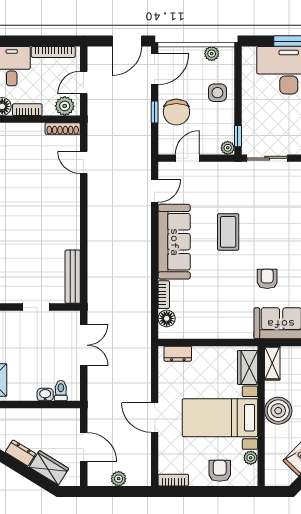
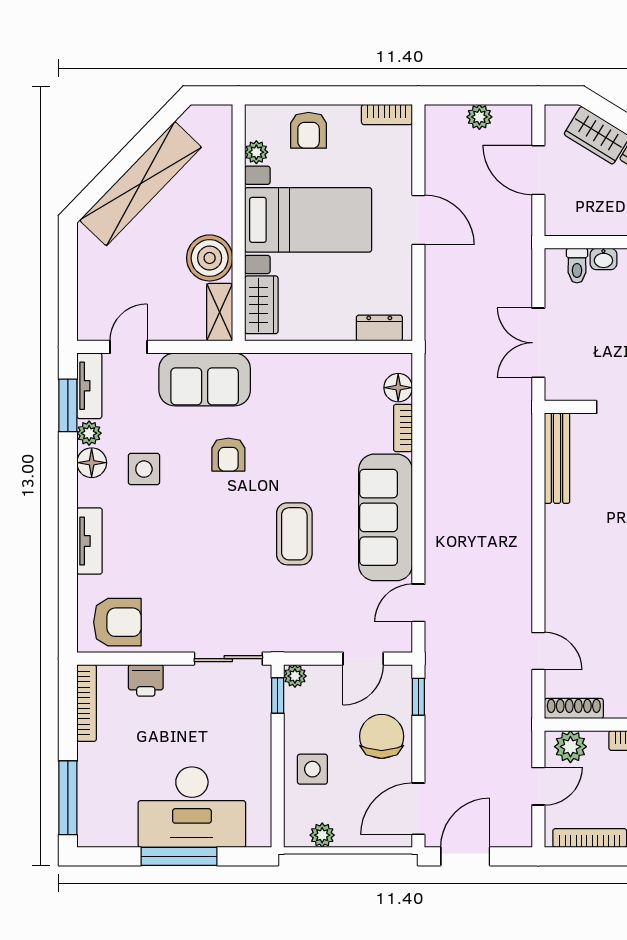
window: (155, 112) -> (418, 697), moved
boiler: (278, 411) -> (210, 258), moved

